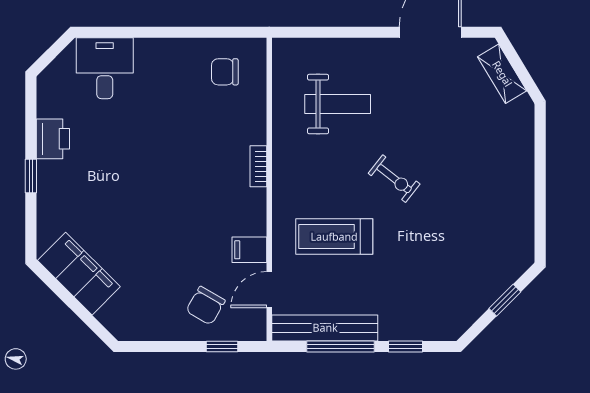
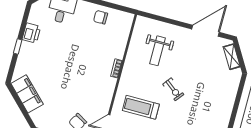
chair: (225, 72) -> (101, 17), moved
weight bench: (338, 104) -> (158, 51), turned 90
filing cabinet: (249, 250) -> (103, 103), removed

